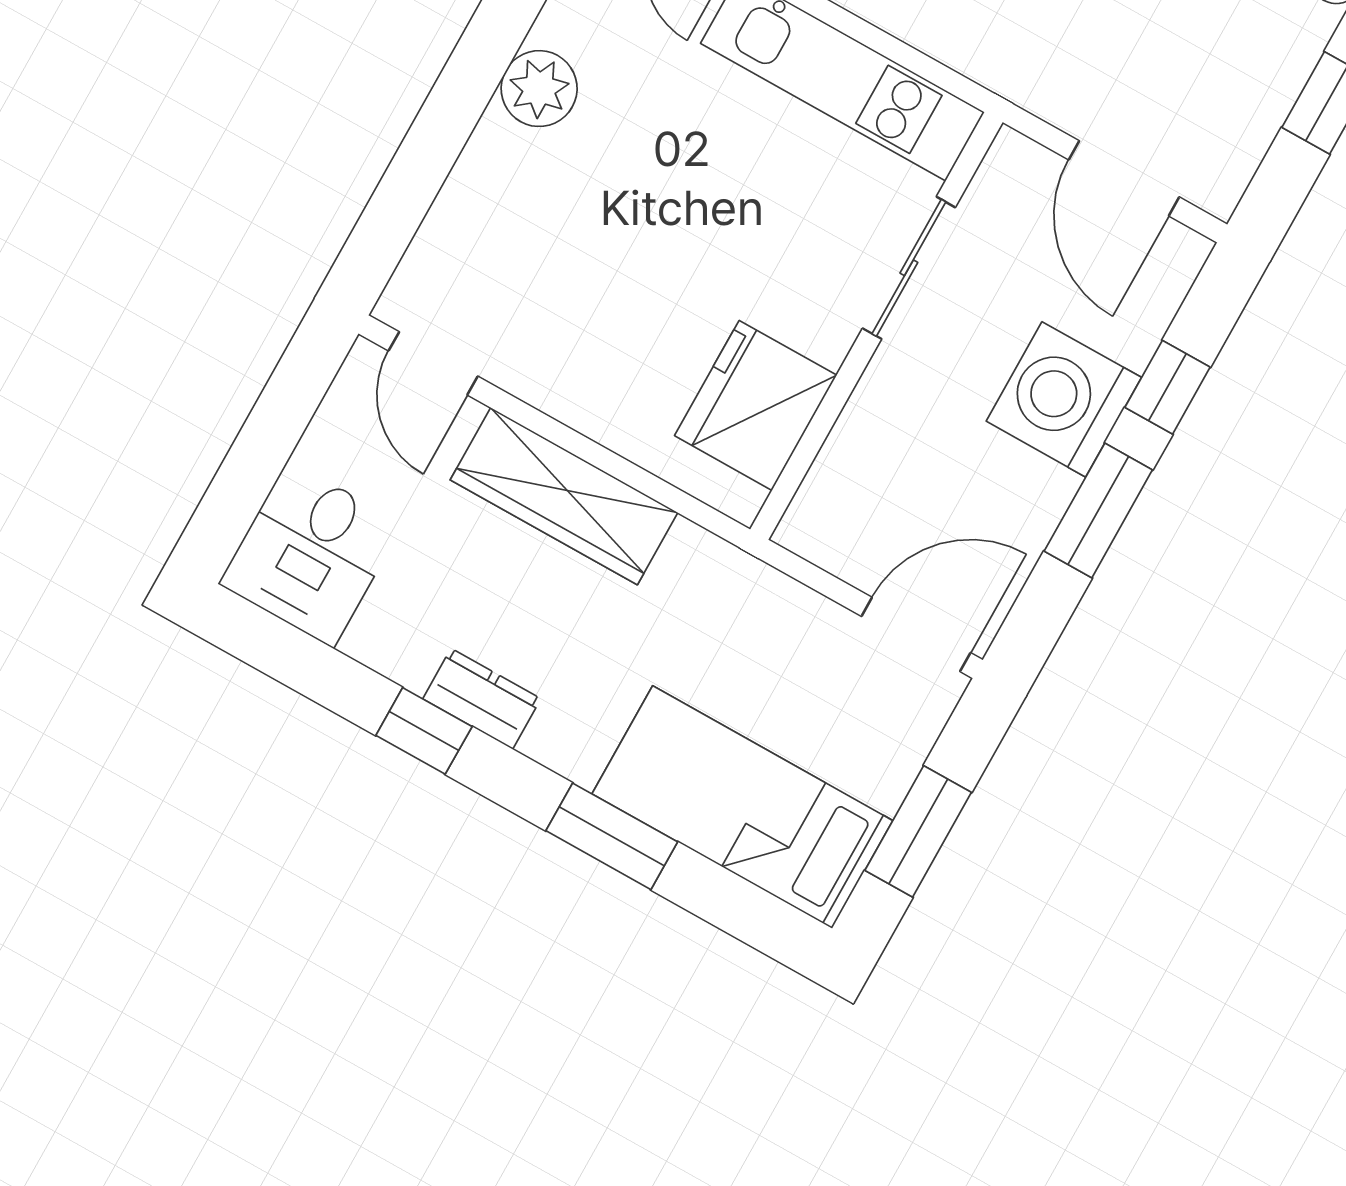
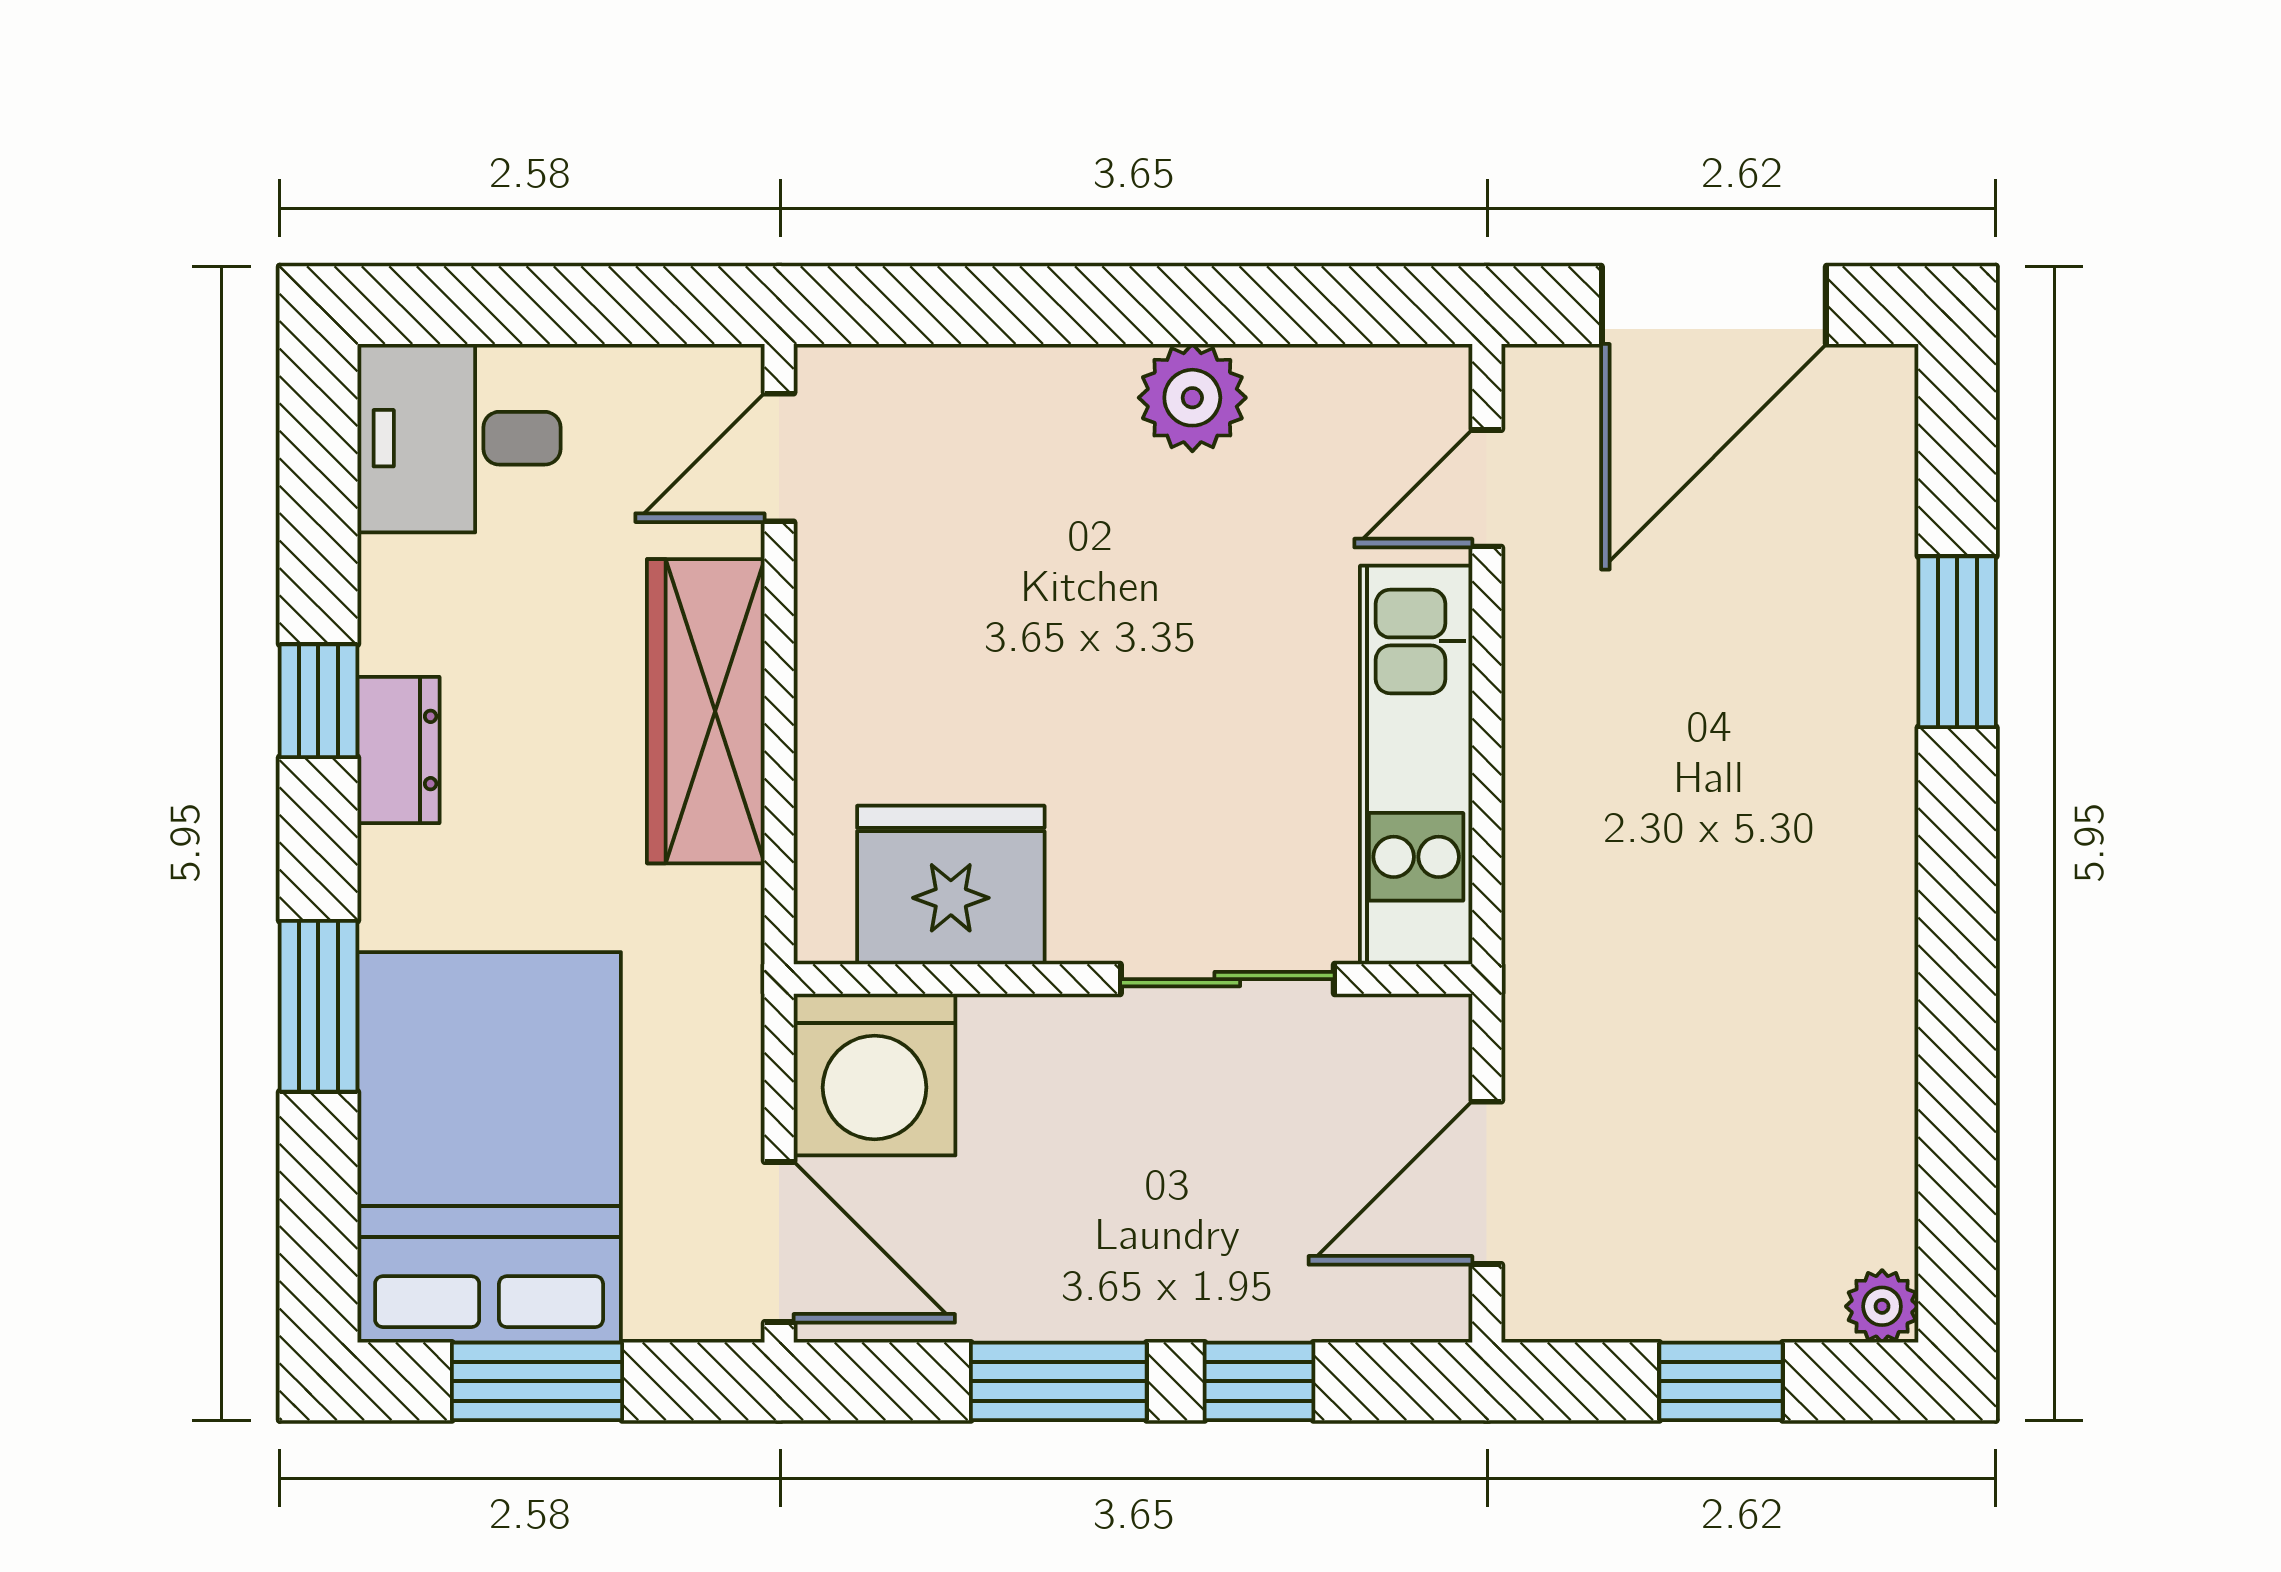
washing machine: (1064, 399) -> (875, 1075), moved, turned 180
bed: (742, 807) -> (489, 1147), width x1.50

